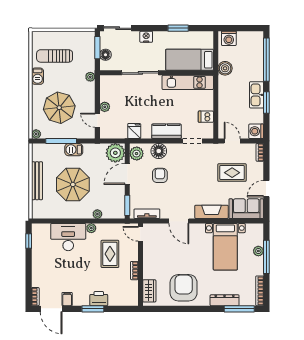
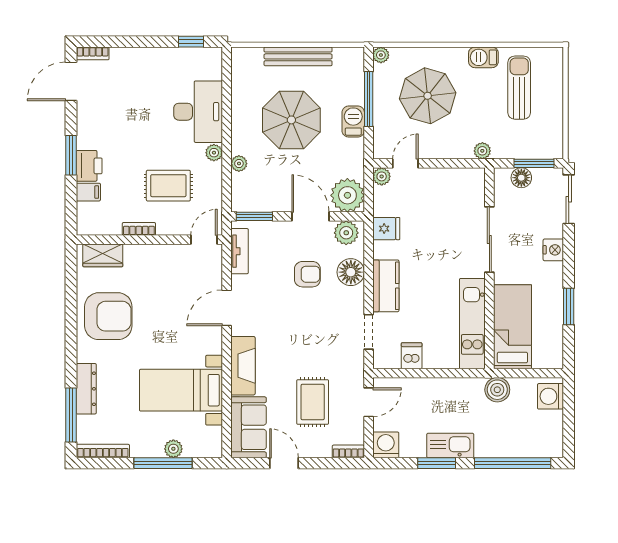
plant: (105, 107) -> (382, 176), moved
filing cabinet: (67, 299) -> (88, 192), moved

